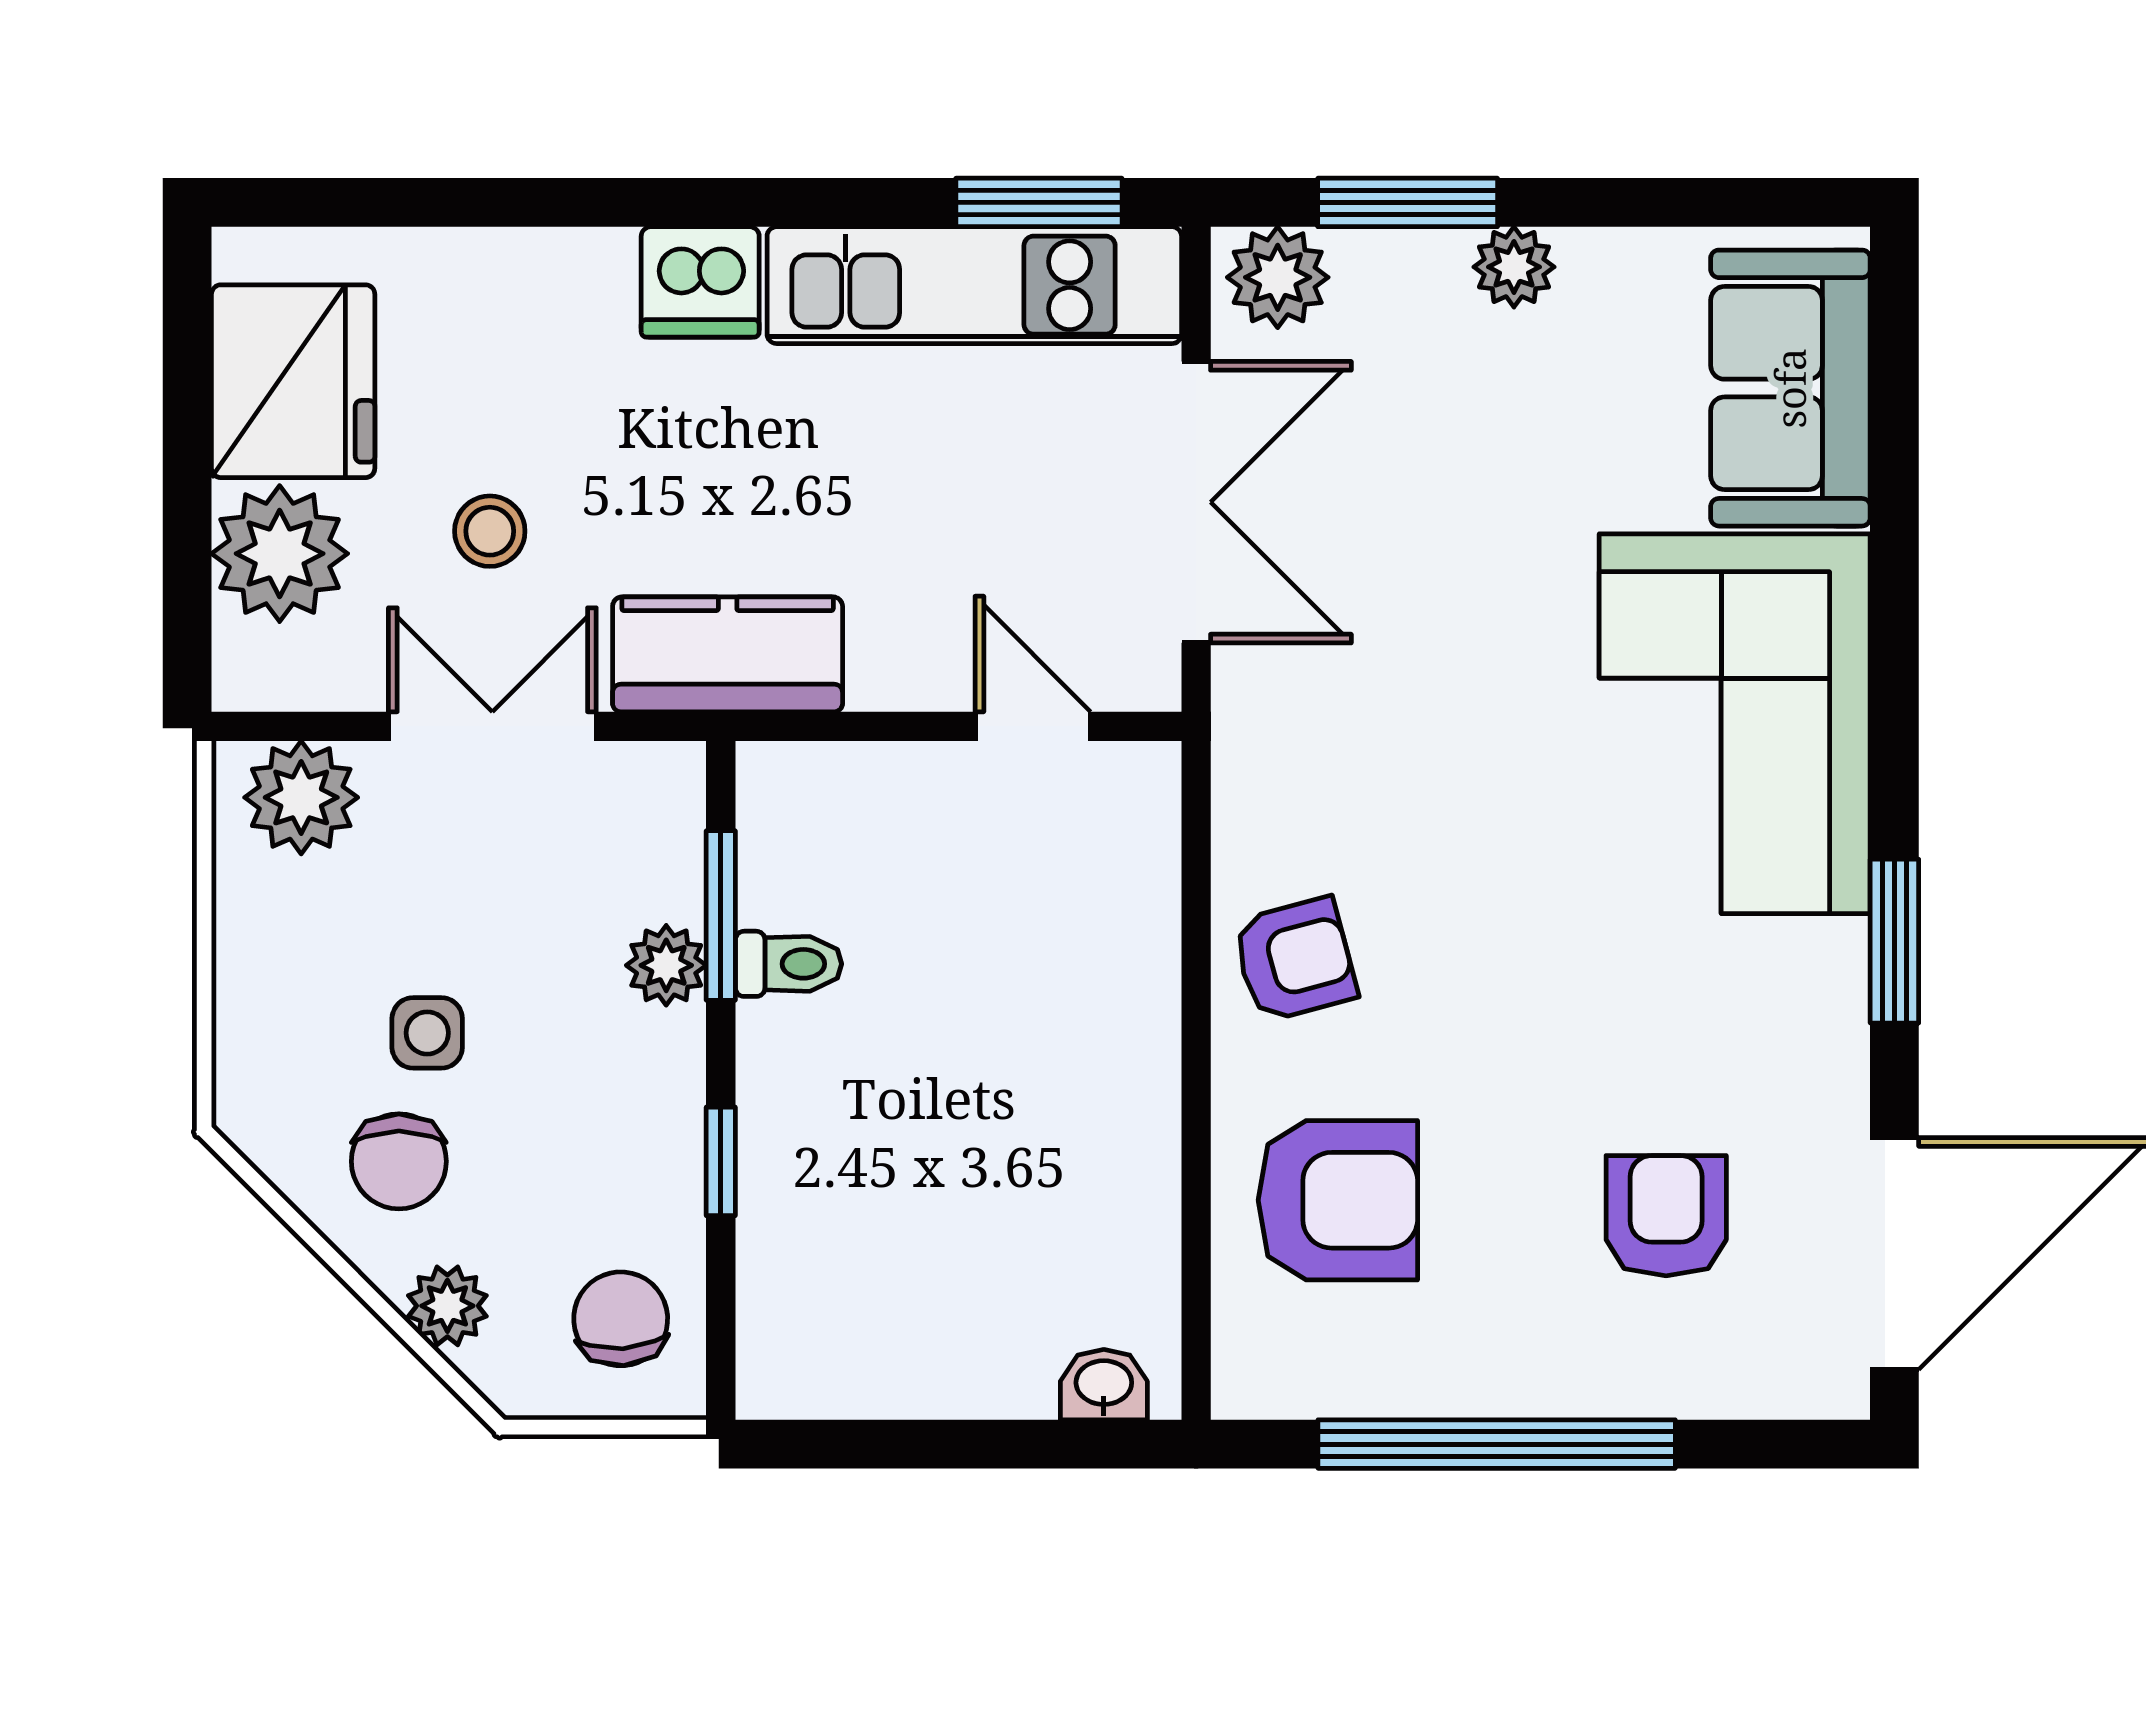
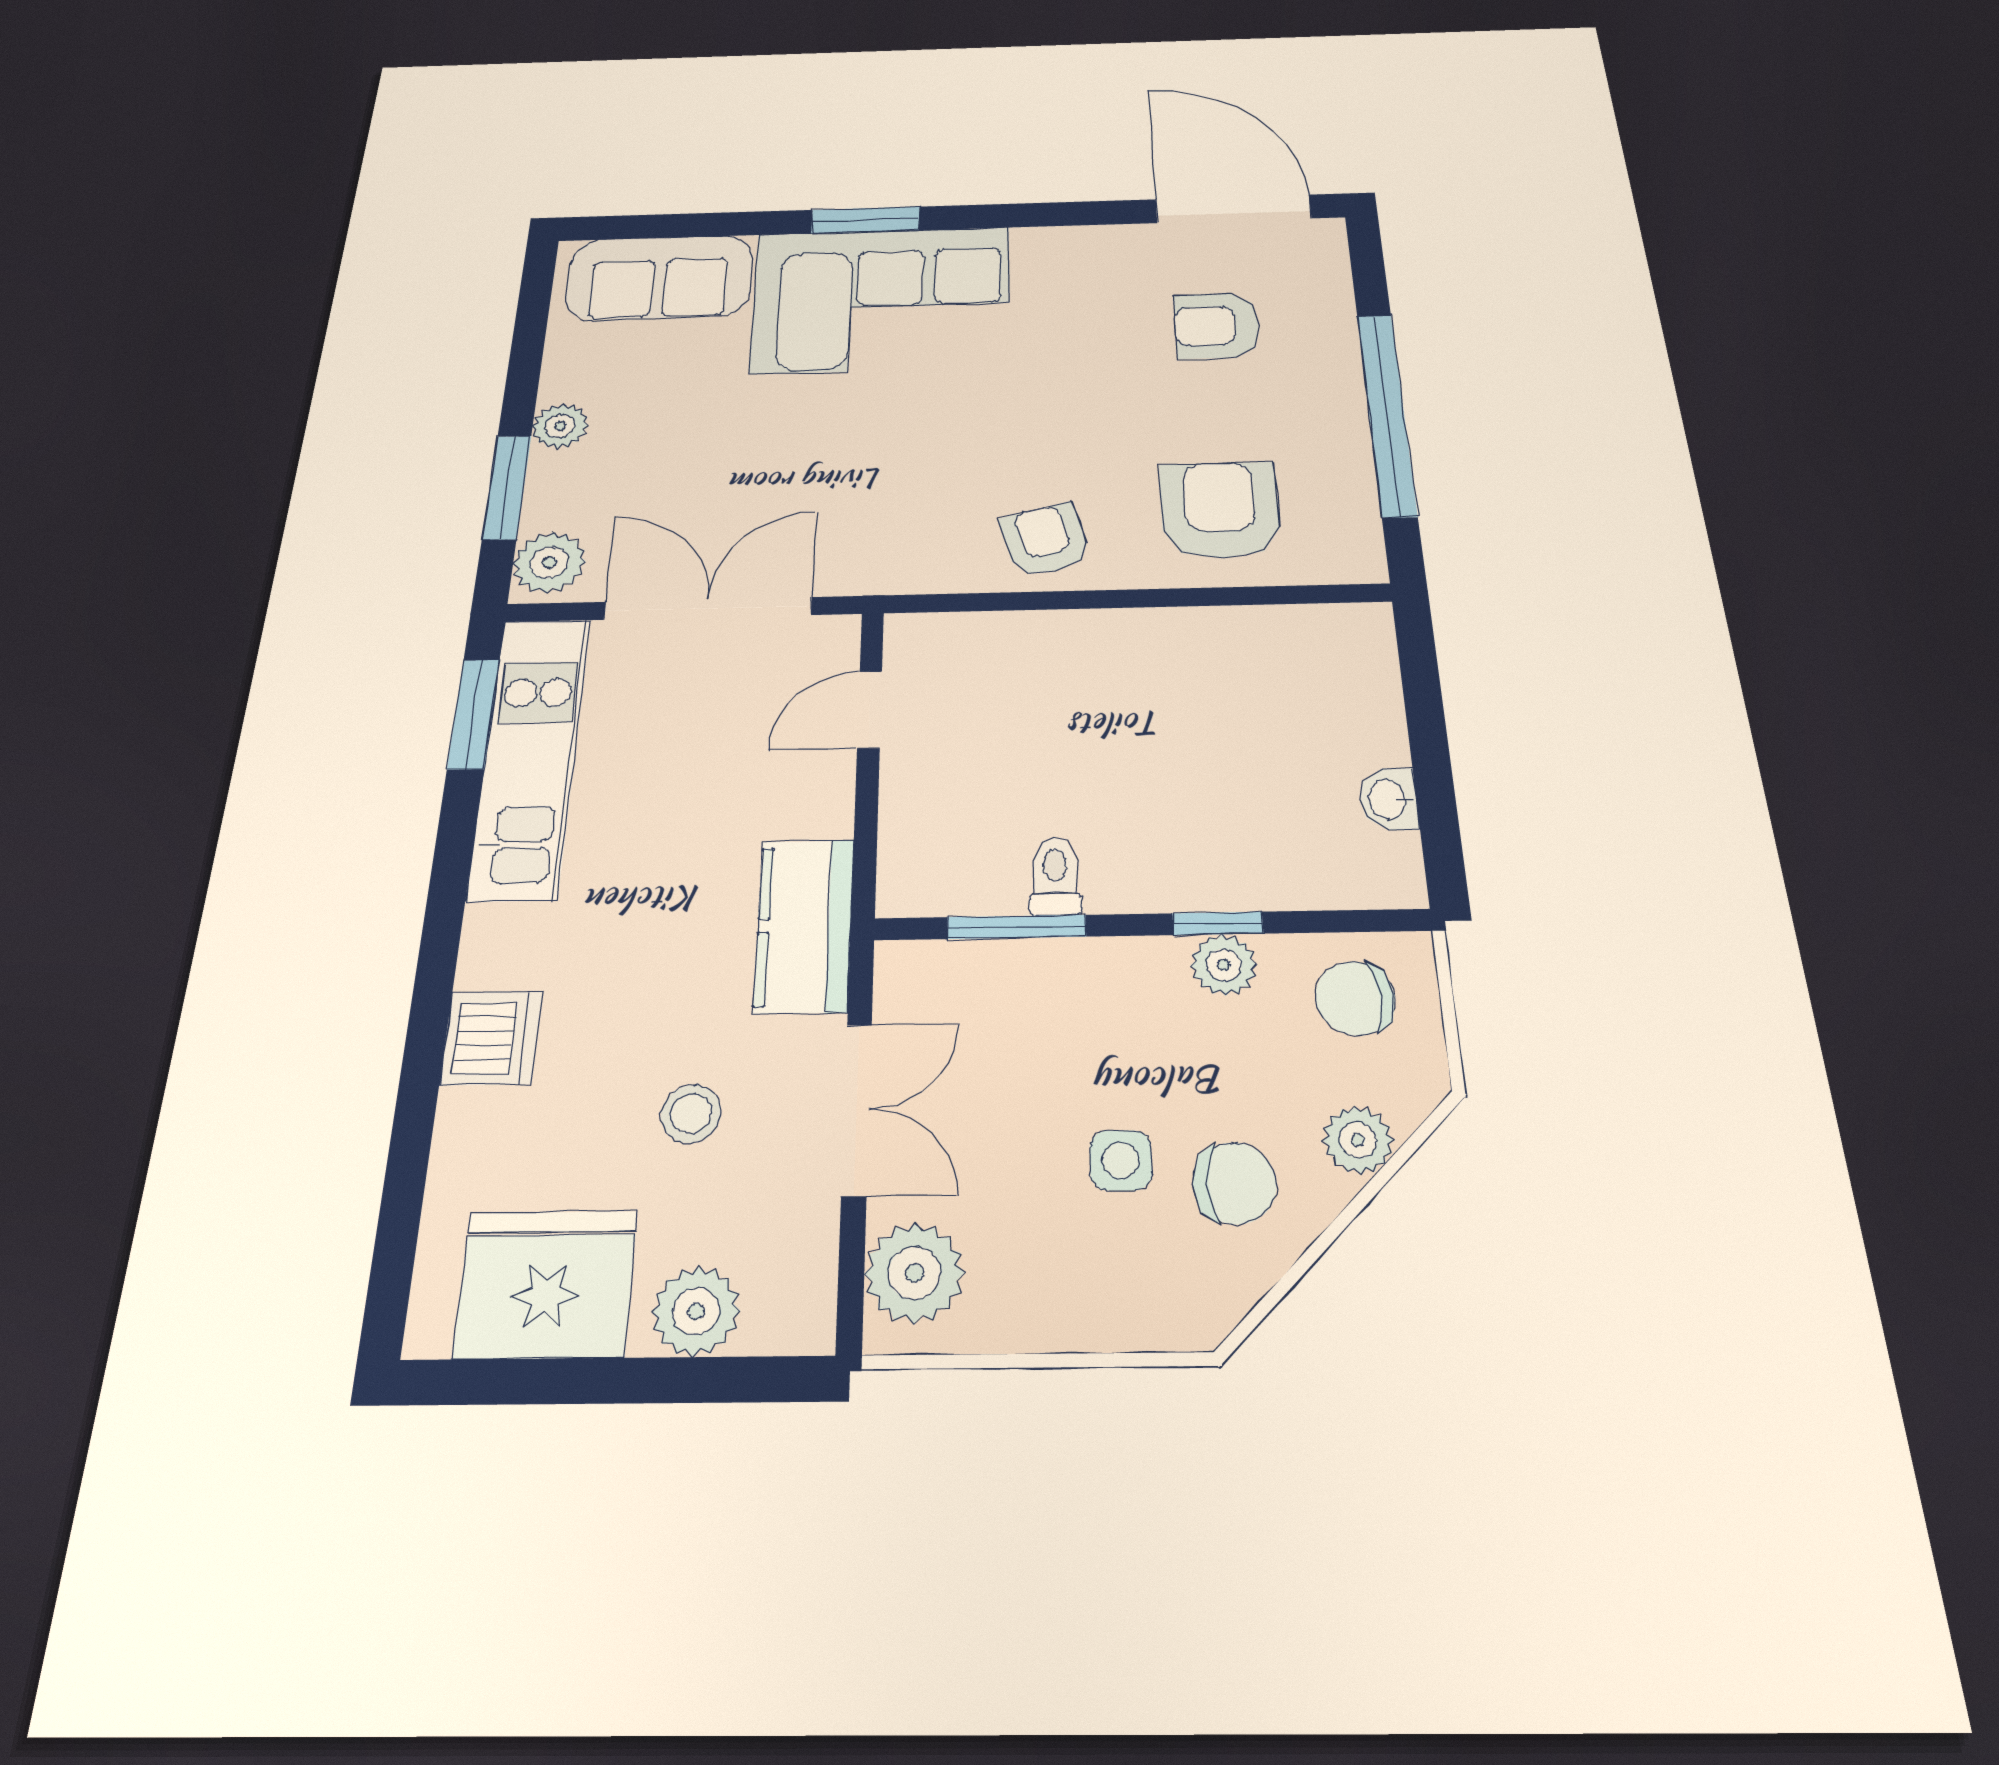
dishwasher: (700, 282) -> (491, 1038), moved
plant: (280, 554) -> (696, 1311), width x0.73, depth x0.73
double door: (492, 726) -> (857, 1109), swing flipped
window: (1894, 941) -> (866, 220), moved
plant: (666, 965) -> (1224, 965), moved
washbasin: (1104, 1385) -> (1388, 799), moved

